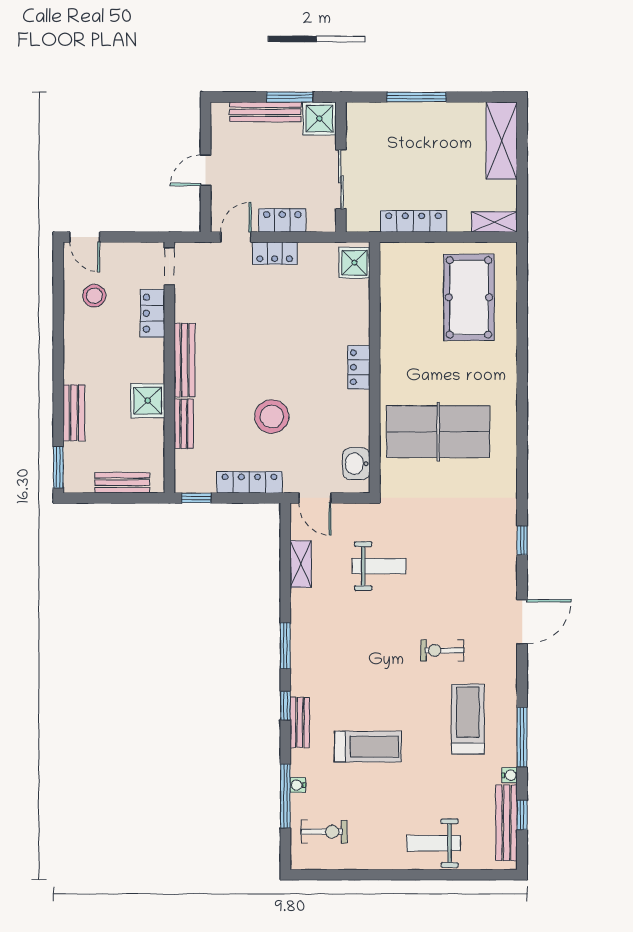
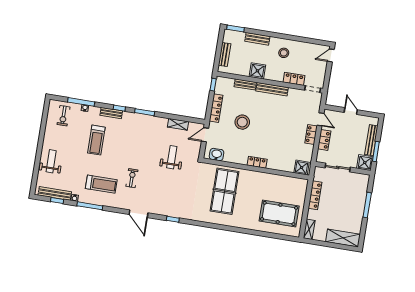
stool: (94, 296) -> (284, 53), moved
weight bench: (379, 566) -> (172, 157), turned 180

